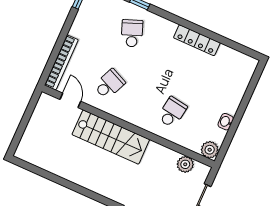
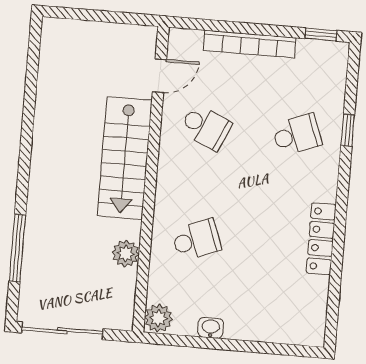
bookcase: (61, 62) -> (250, 44), moved
school desk: (172, 112) -> (196, 240), turned -30
plant: (185, 164) -> (126, 254), moved

